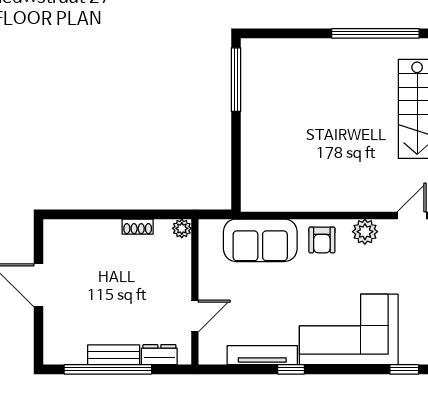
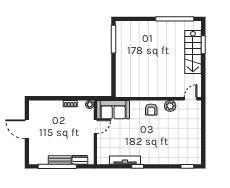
sofa: (260, 240) -> (113, 110), moved
door: (195, 316) -> (95, 127), moved
corner sofa: (349, 329) -> (163, 149), removed

